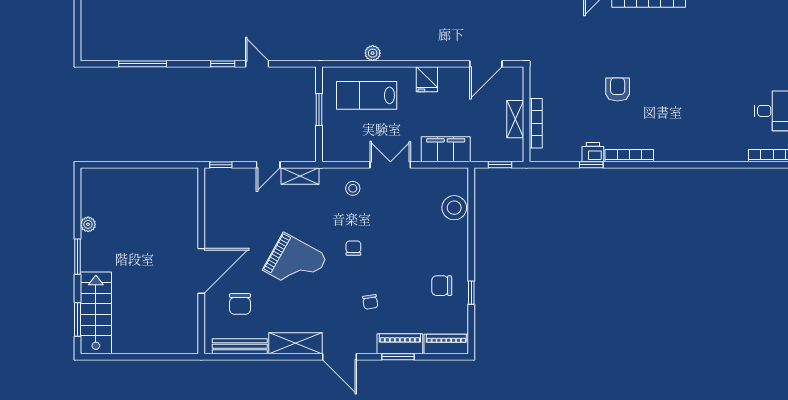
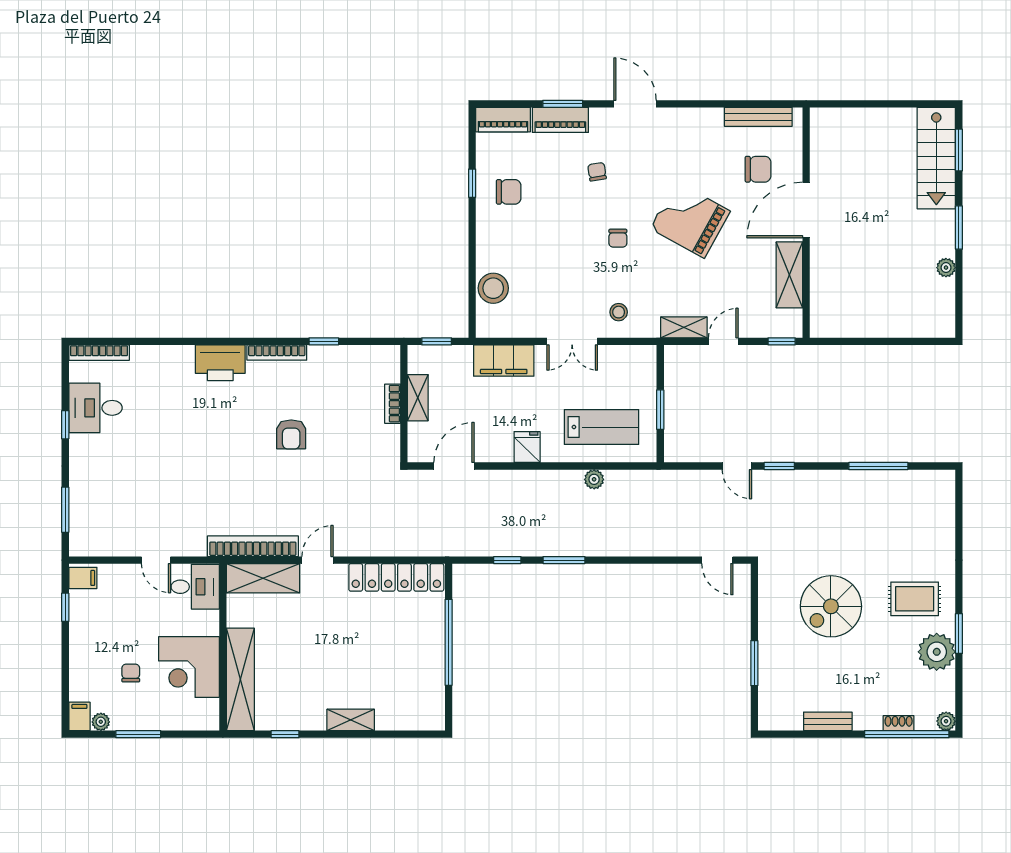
bookcase: (536, 123) -> (393, 404), width x0.64
printer: (593, 152) -> (220, 363), moved, width x1.87, depth x1.48
chair: (240, 304) -> (758, 169), turned 90
shelving: (295, 343) -> (789, 275), moved, turned 90

